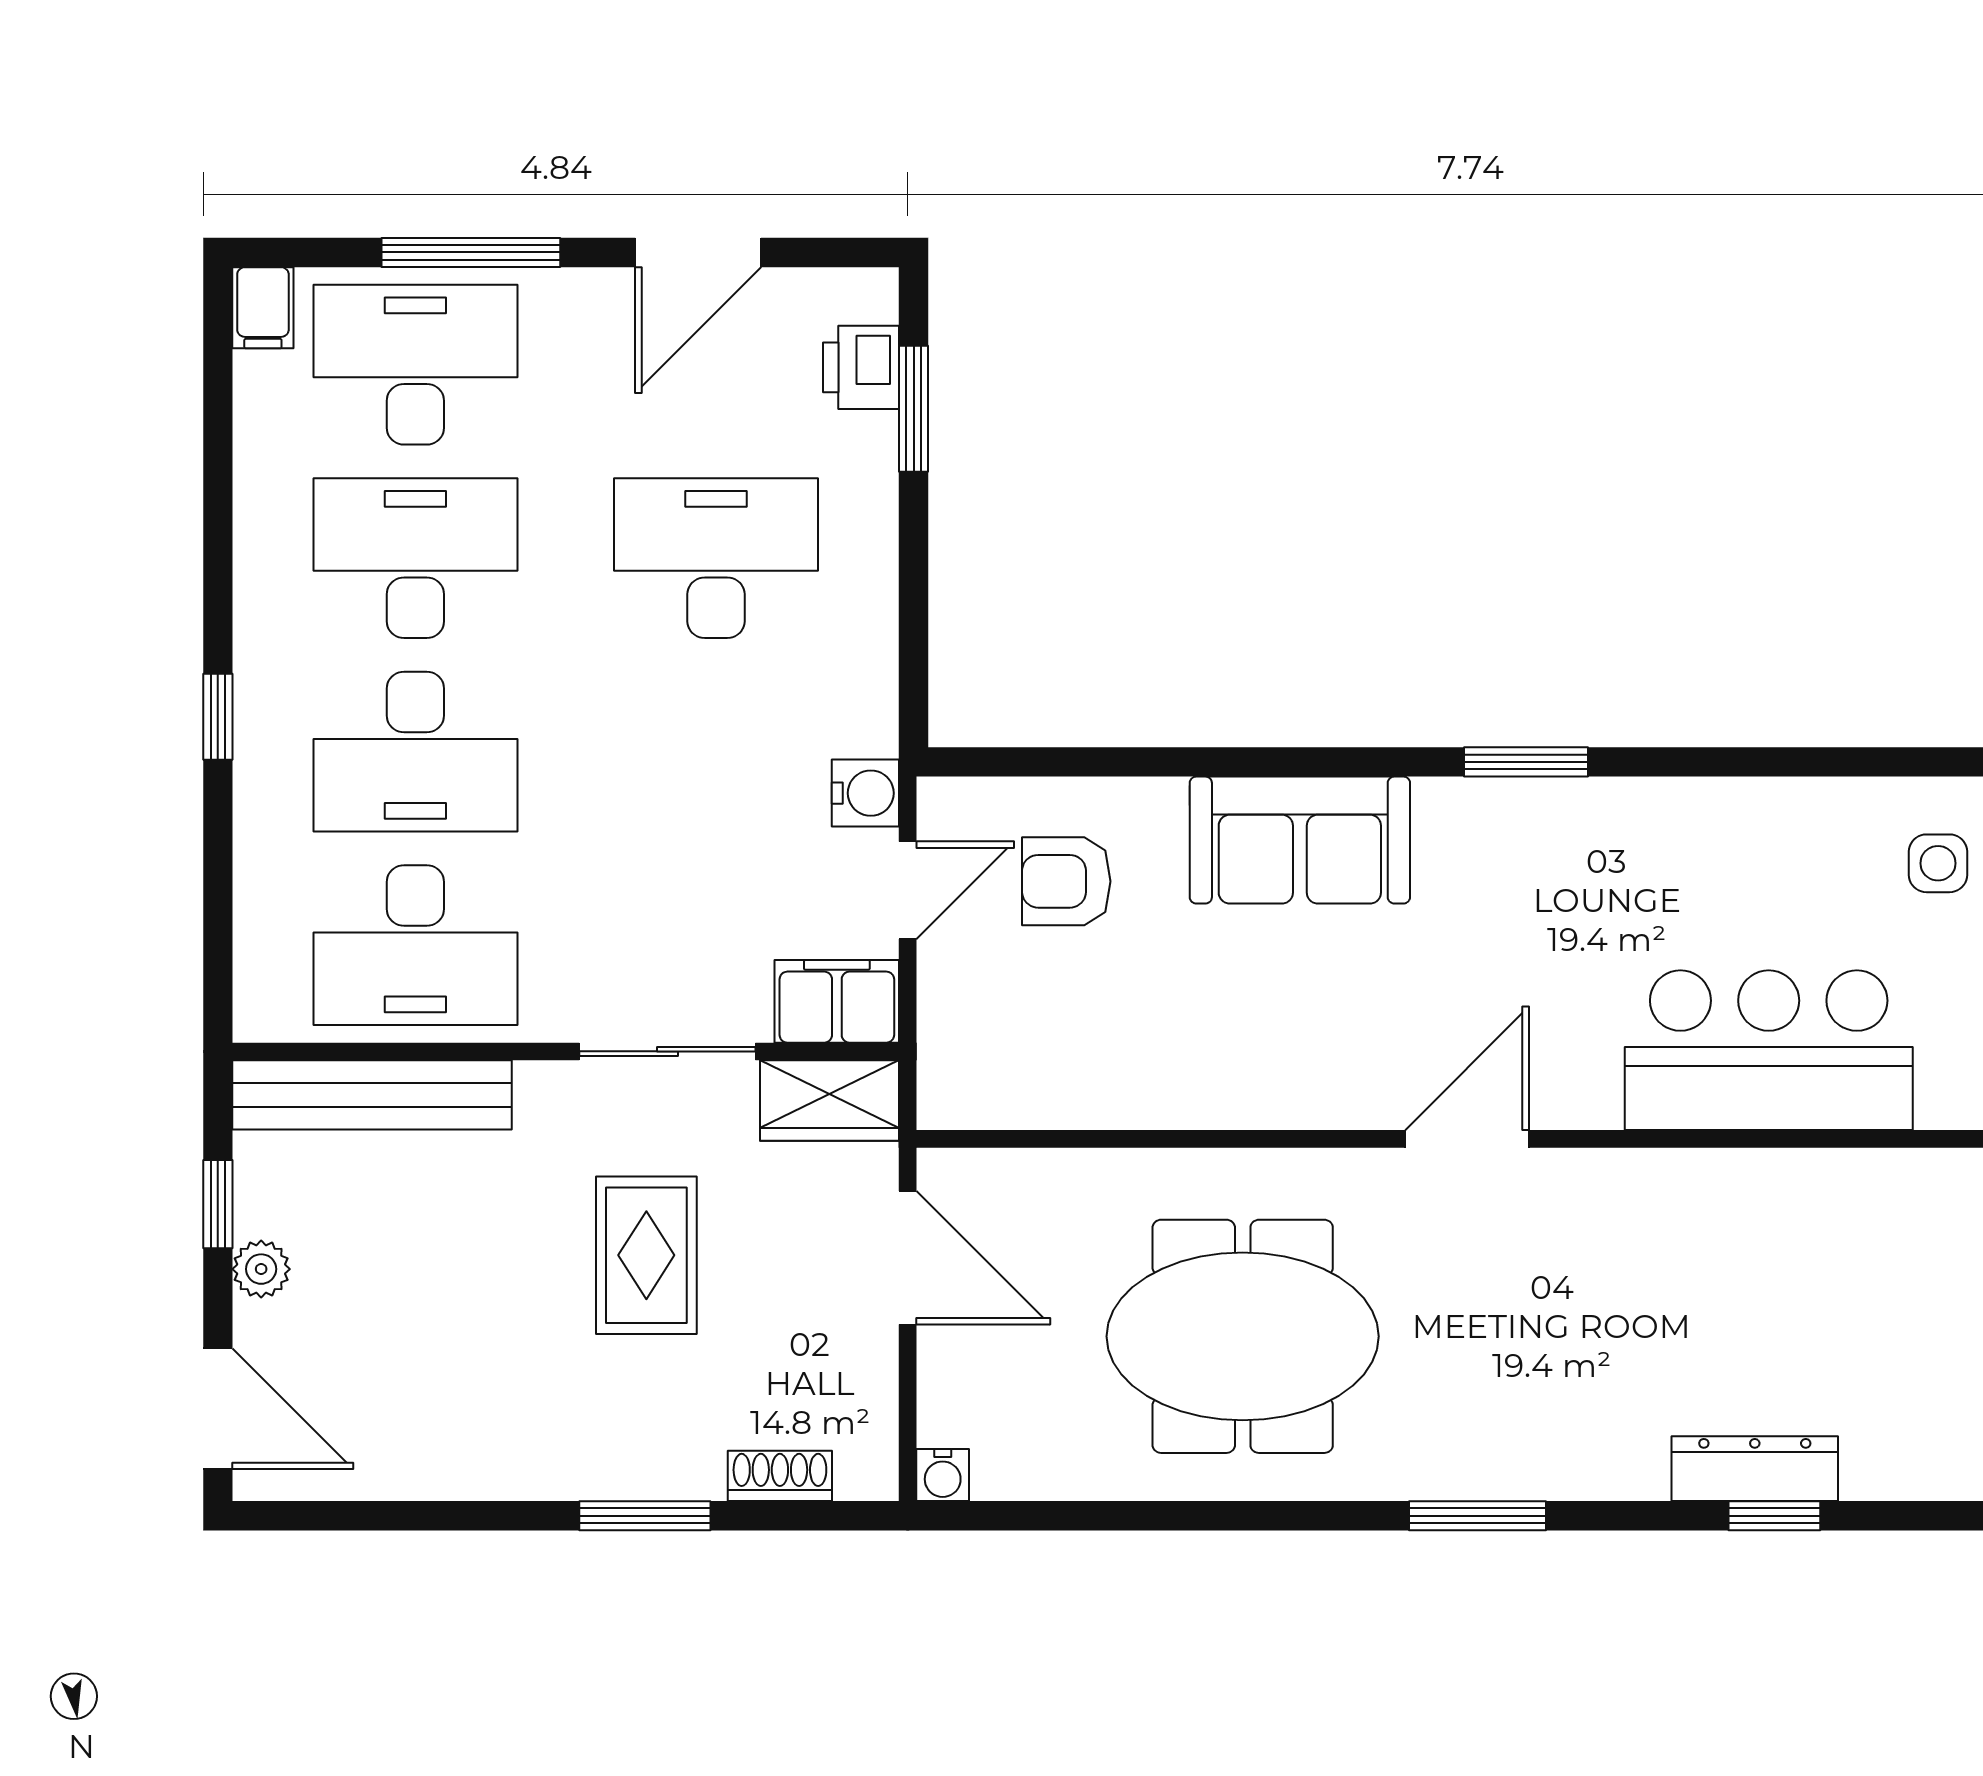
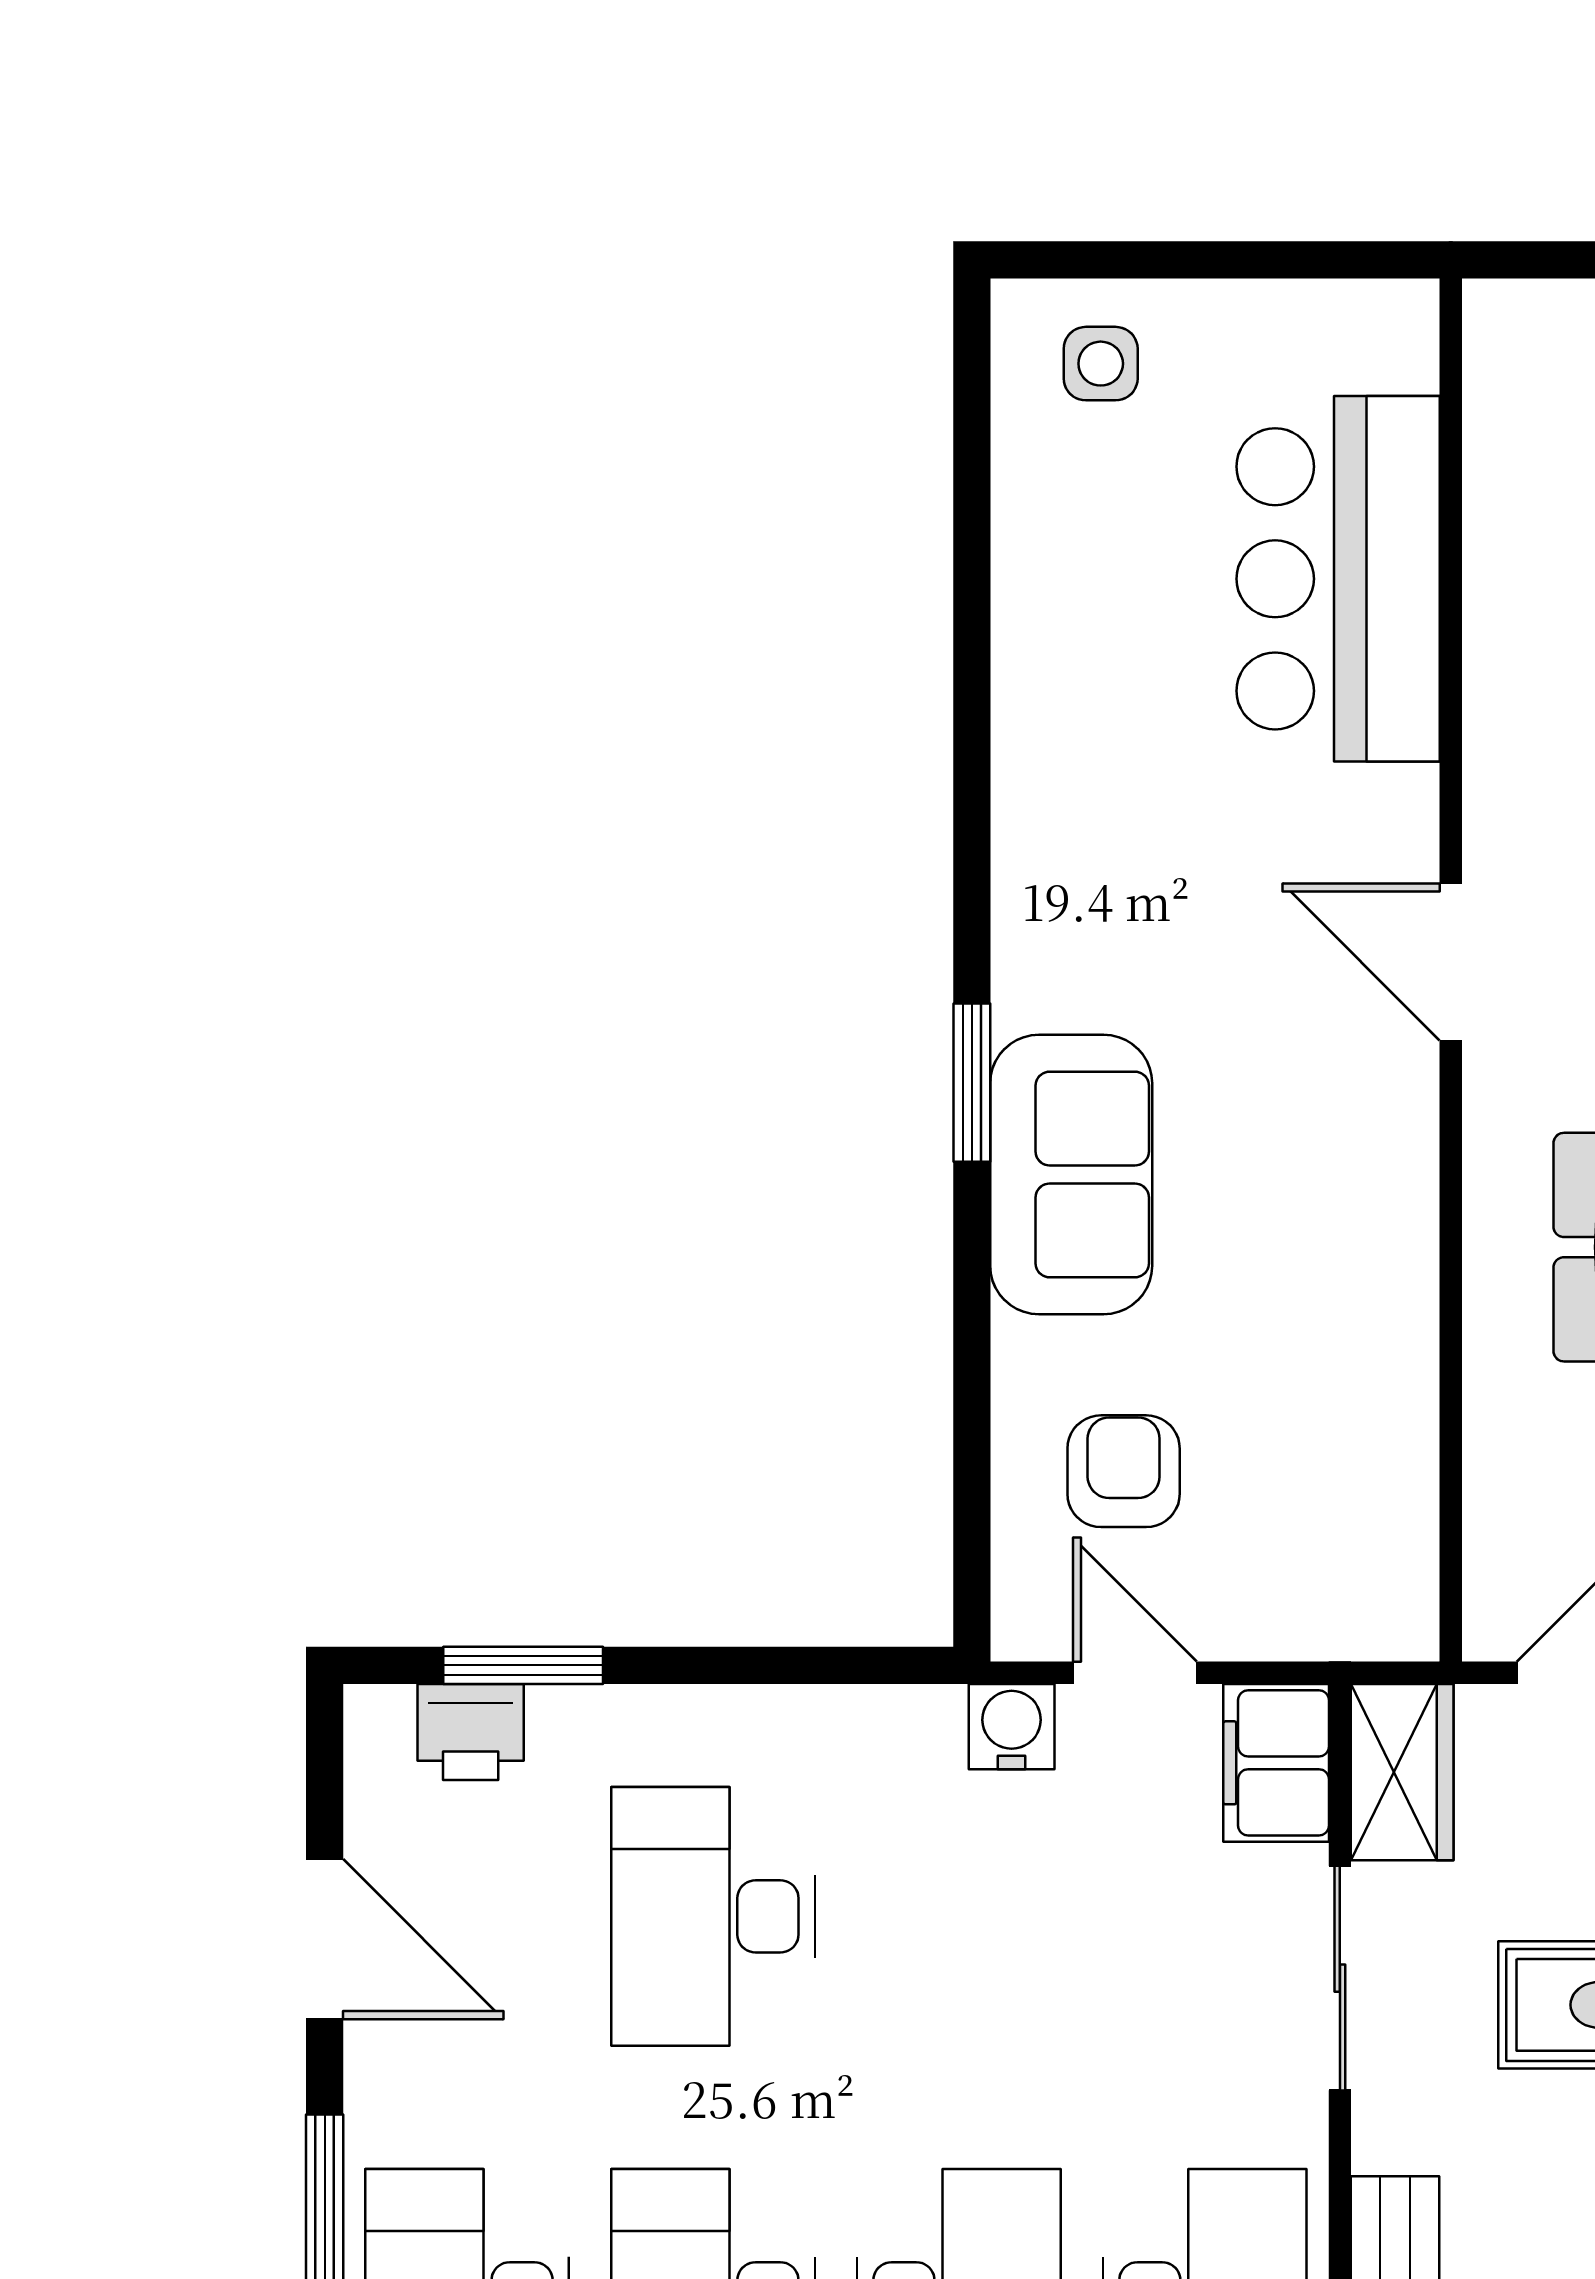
window: (1526, 762) -> (972, 1083), moved
armchair: (1066, 881) -> (1124, 1471), turned 180

